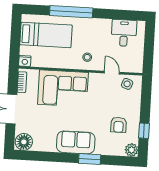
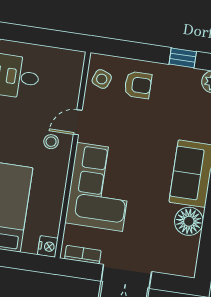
door: (112, 73) -> (78, 122), moved
armchair: (119, 125) -> (138, 85), moved
floor lamp: (24, 142) -> (189, 221), moved

